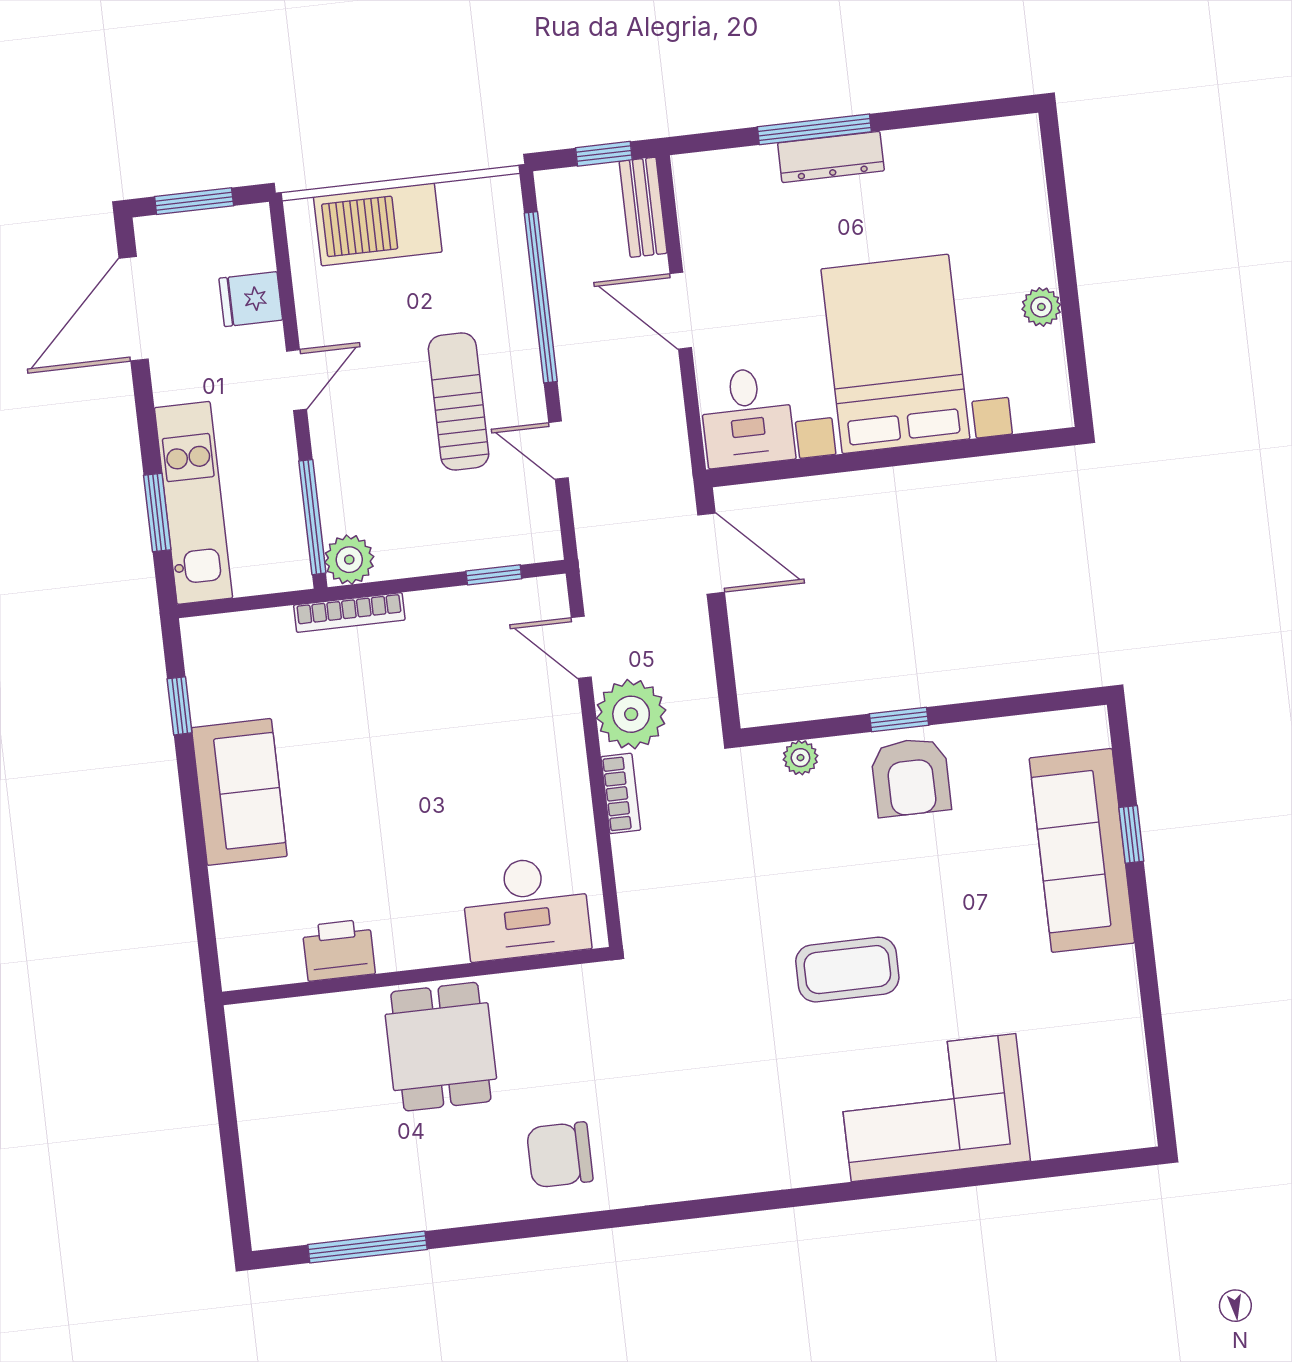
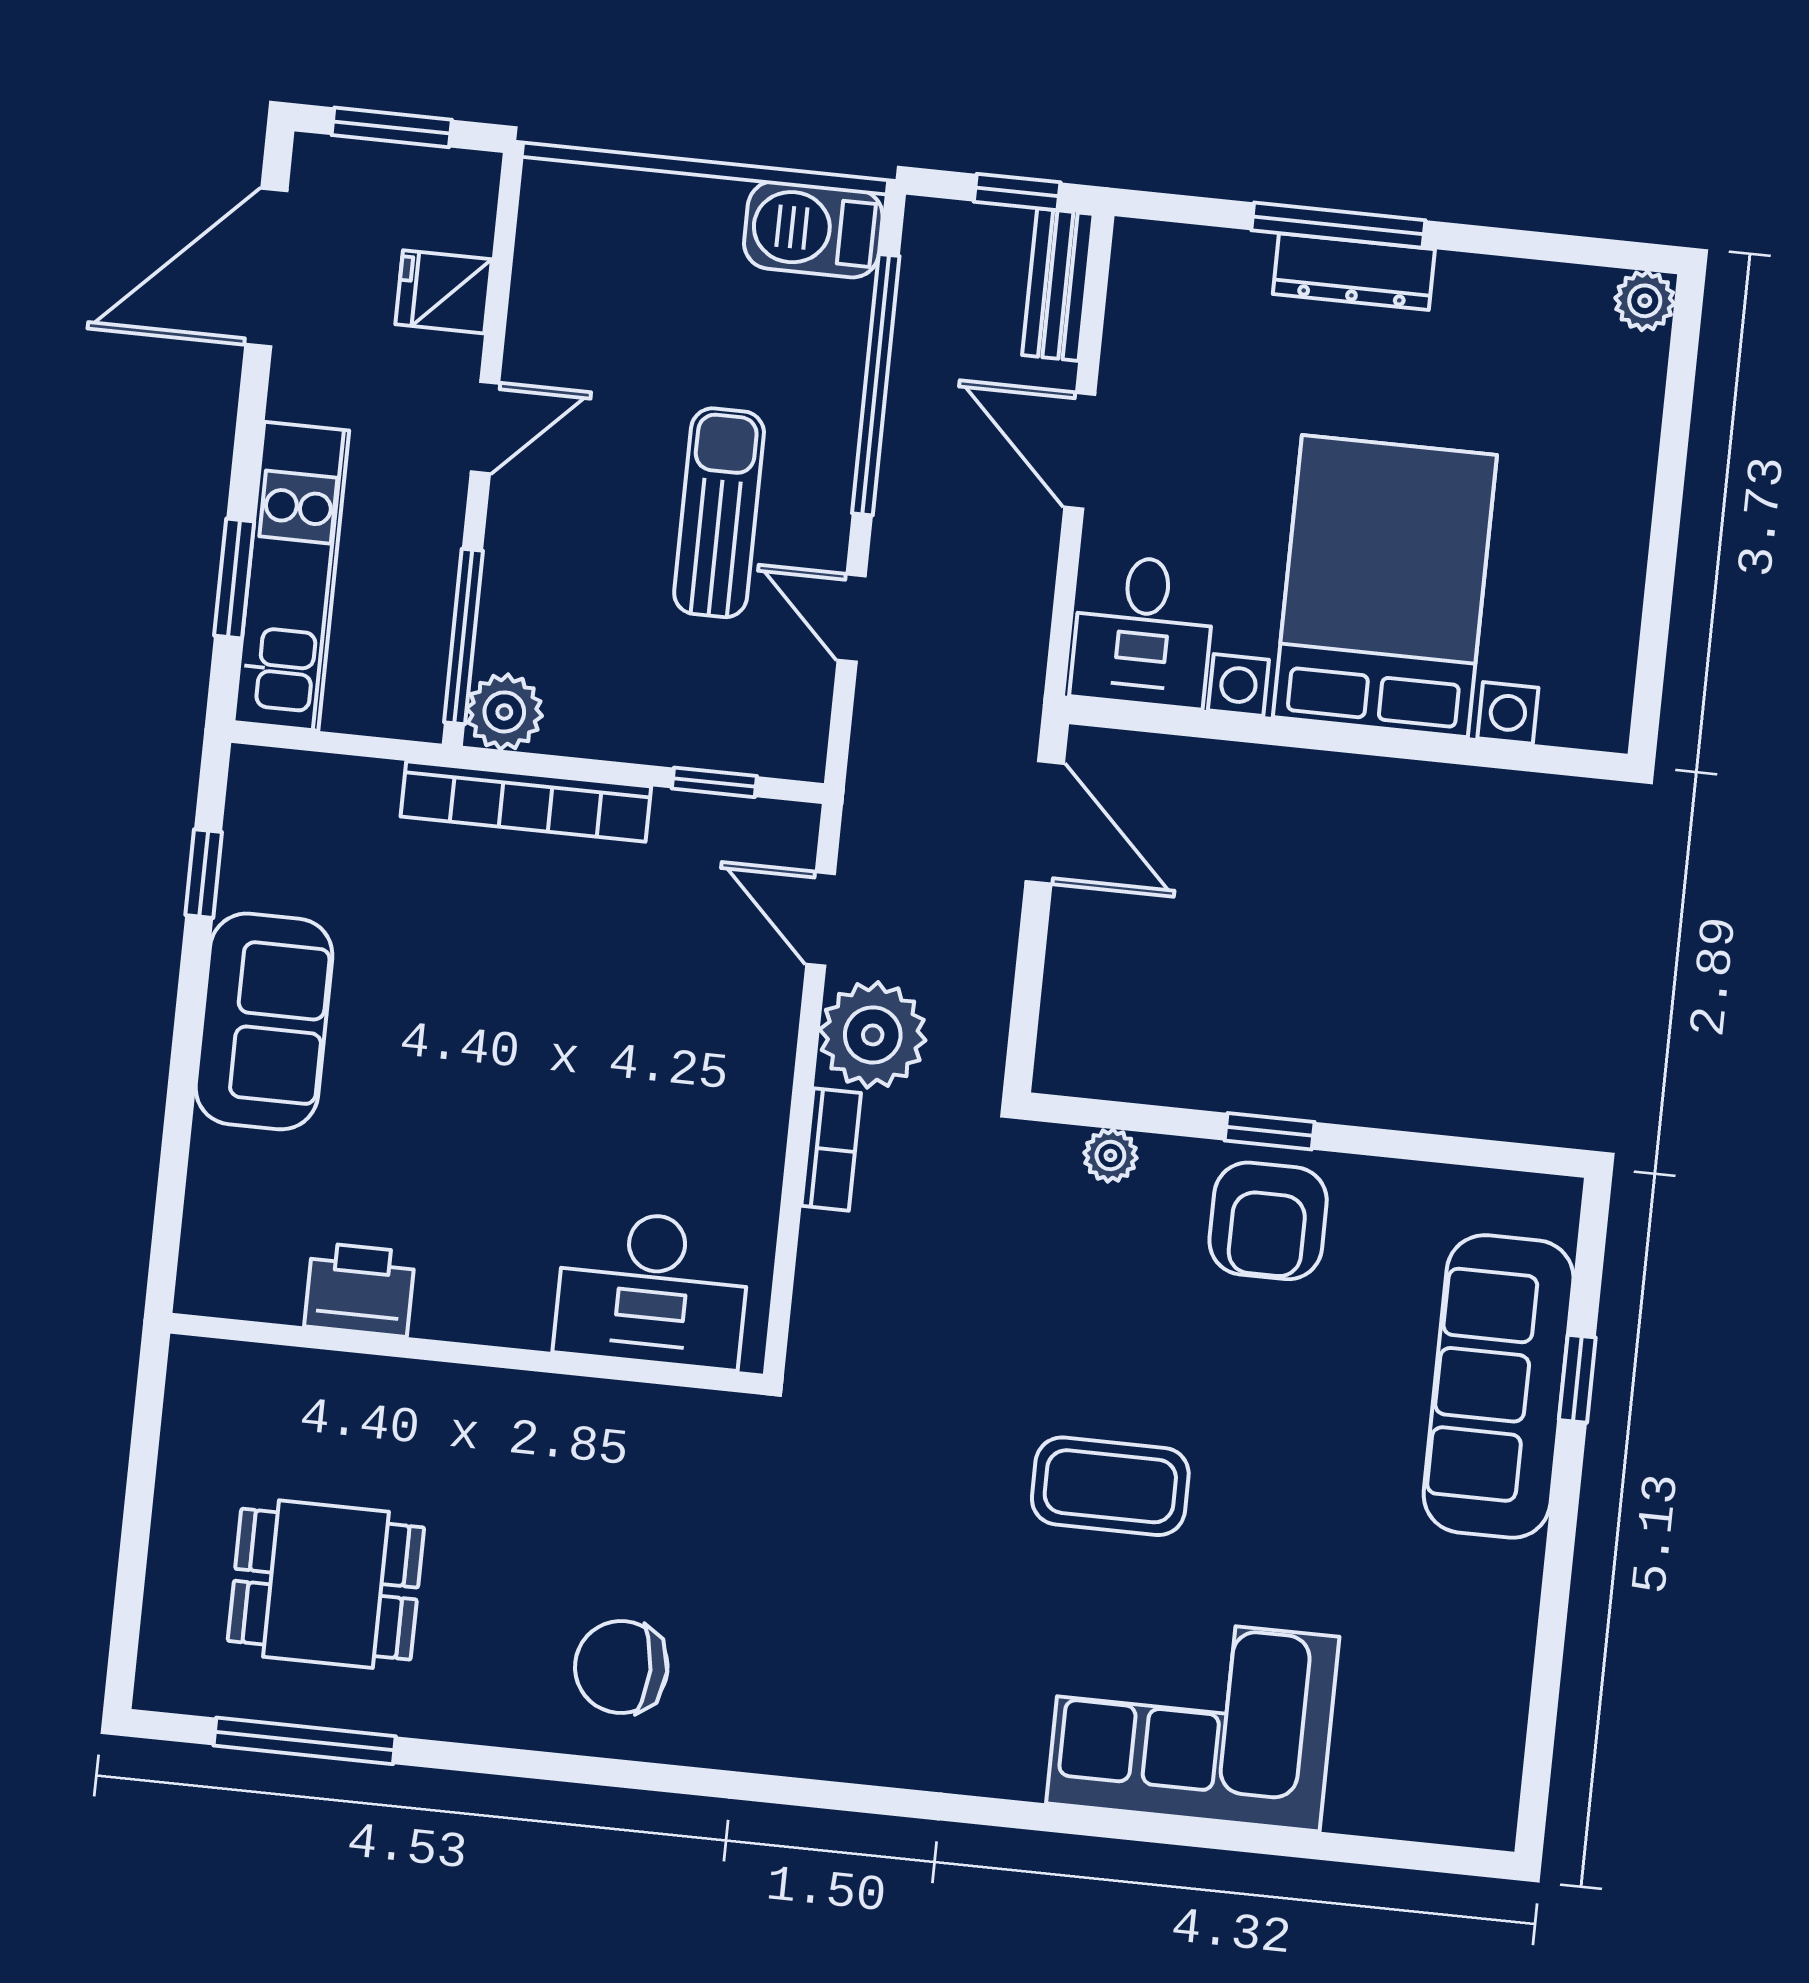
barbecue: (378, 224) -> (813, 229), moved, width x0.73, depth x0.83
plant: (1041, 307) -> (1645, 301), moved
bookcase: (349, 613) -> (526, 801), width x1.48, depth x1.31
dining table: (441, 1047) -> (326, 1584), moved, turned 90

